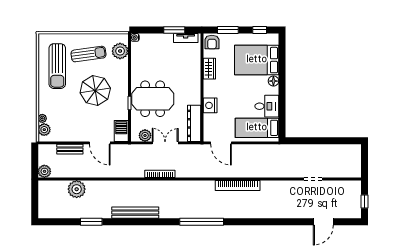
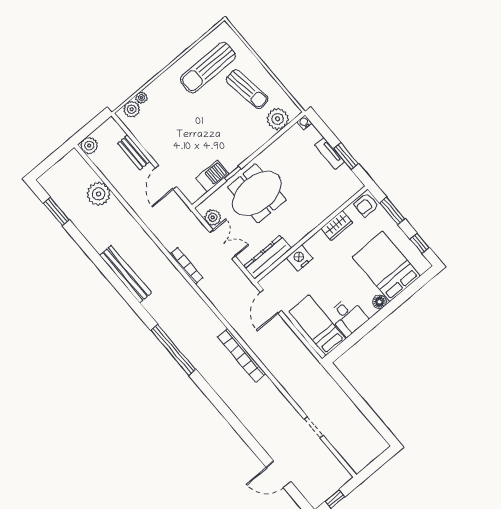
tv unit: (186, 38) -> (330, 153), moved
parasol: (95, 91) -> (216, 128), removed
meeting table: (153, 99) -> (257, 193), turned 90
barbecue: (121, 131) -> (212, 176), moved
window: (91, 222) -> (56, 211), moved

